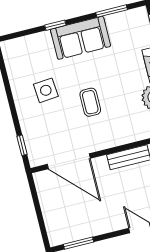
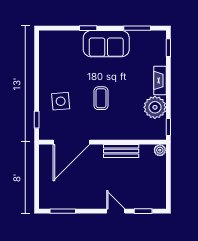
side table: (46, 90) -> (61, 101), moved
door: (69, 161) -> (71, 142), hinge flipped

